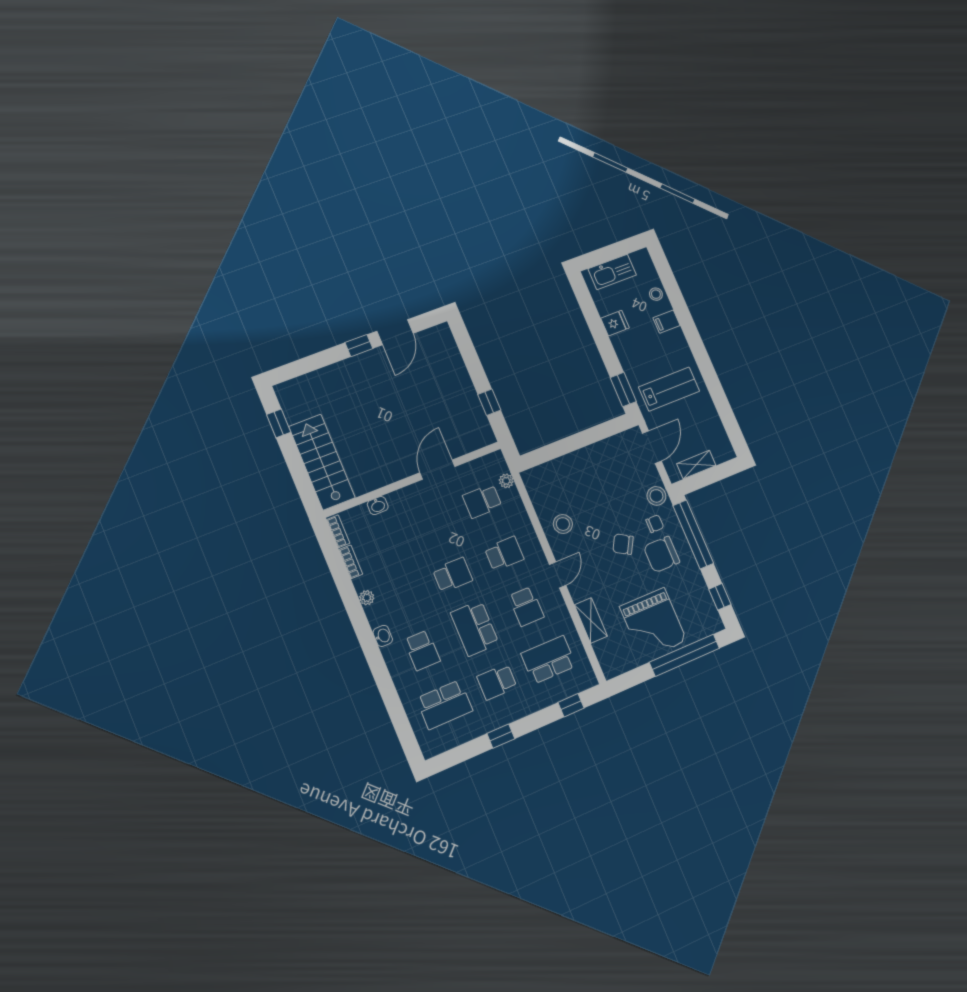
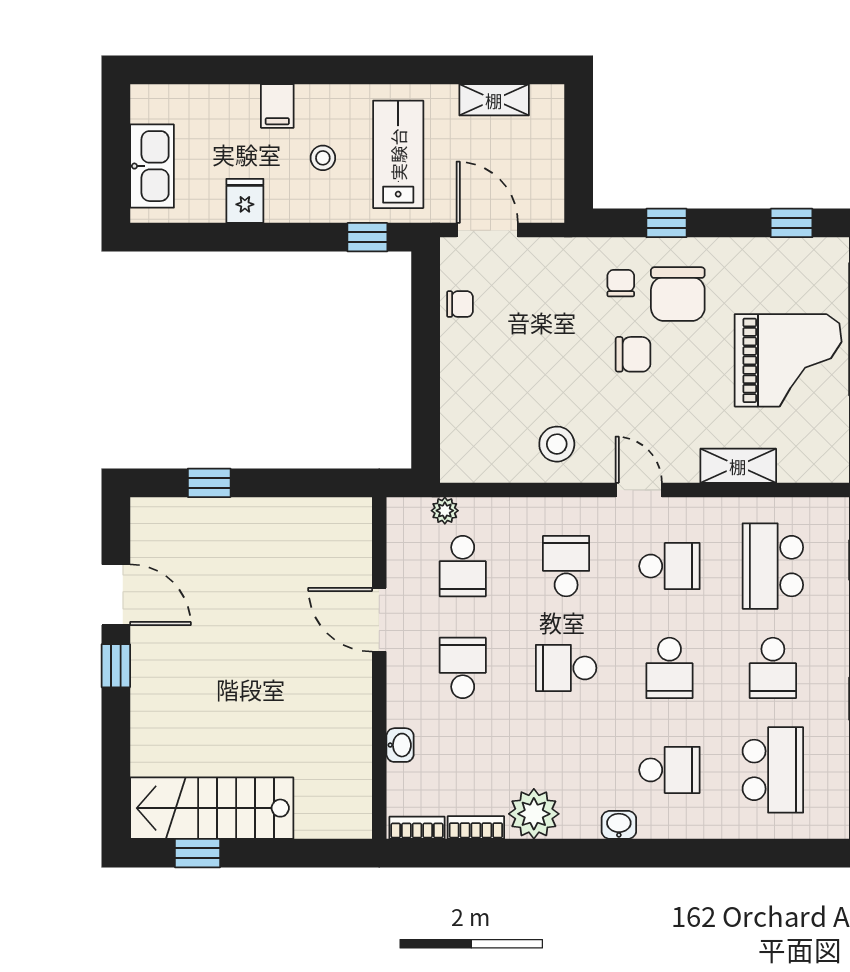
stool: (656, 294) -> (323, 158), moved
window: (623, 390) -> (367, 237), width x0.67
window: (489, 402) -> (209, 483), moved
chair: (611, 448) -> (460, 304), added
stairs: (322, 462) -> (212, 808), moved
shelving: (696, 465) -> (494, 100), moved, turned 90
stool: (656, 496) -> (575, 259), removed
school desk: (431, 522) -> (463, 668), added
window: (693, 534) -> (666, 223), width x0.32
chair: (623, 544) -> (633, 354), turned -120
school desk: (453, 575) -> (566, 668), turned -90
plant: (367, 598) -> (534, 814), width x1.88, depth x1.88
school desk: (475, 628) -> (669, 668), width x0.54

